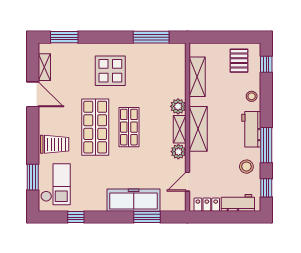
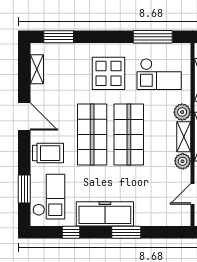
checkout: (157, 71) -> (159, 74), added
door: (33, 94) -> (24, 117), moved
shop shelf: (129, 127) -> (129, 135), width x1.43, depth x1.36
freezer: (134, 200) -> (105, 214), moved
window: (147, 217) -> (126, 232), moved

